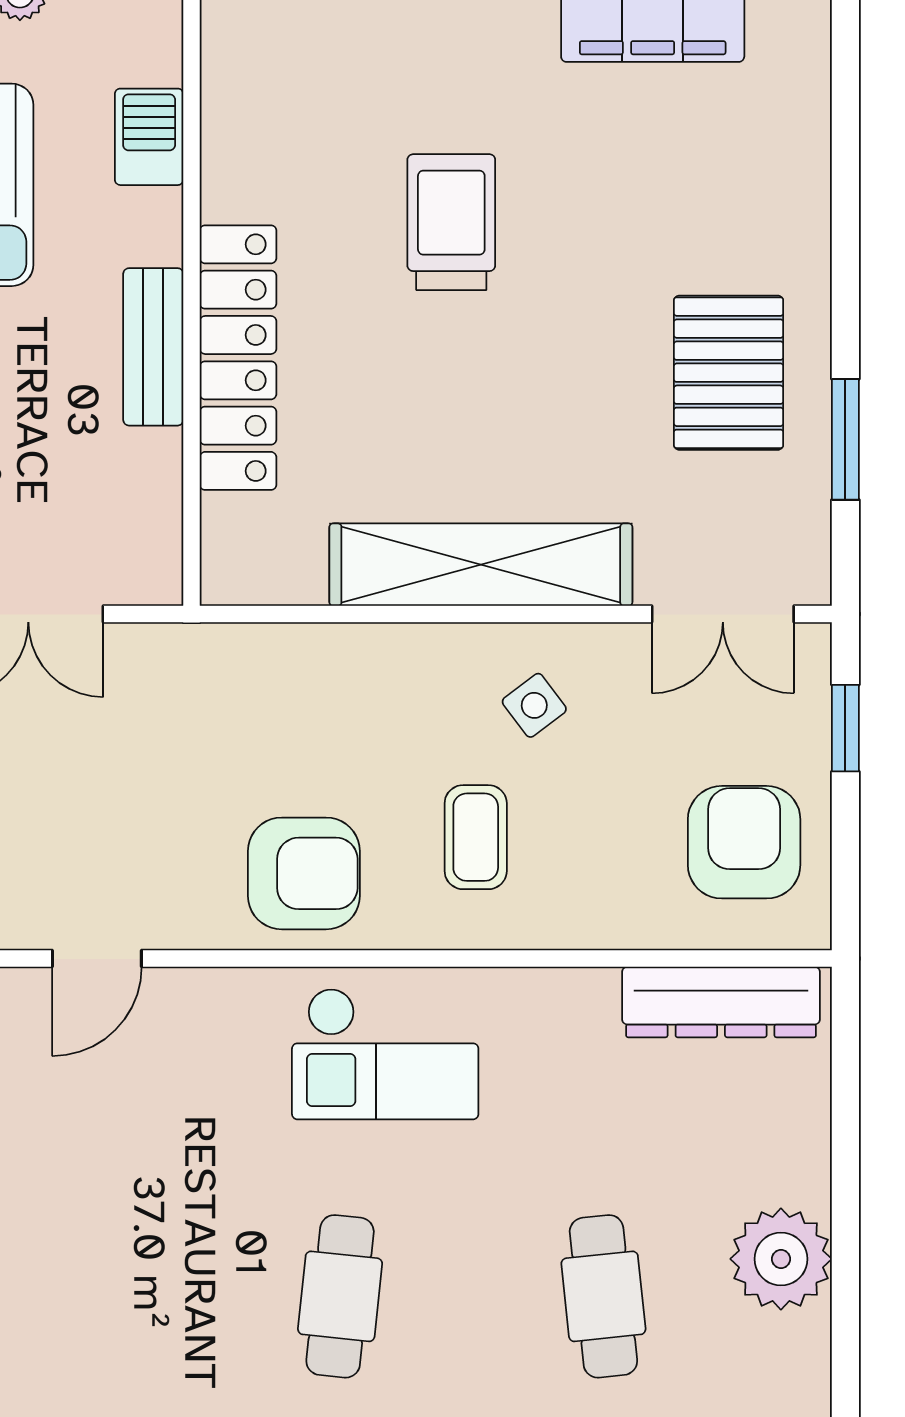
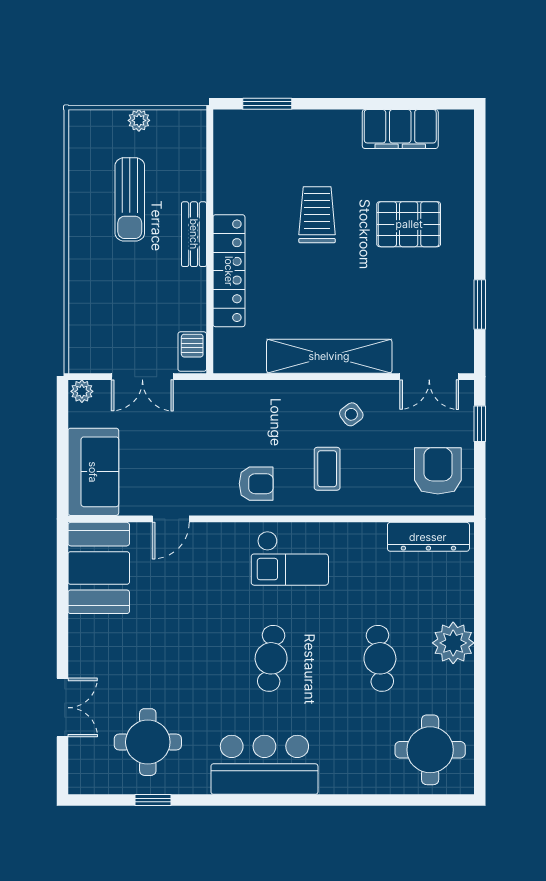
barbecue: (149, 137) -> (192, 352), moved
bench: (153, 347) -> (194, 234), moved
pallet: (729, 373) -> (409, 224), moved, turned 90
armchair: (304, 873) -> (256, 484), width x0.72, depth x0.72

